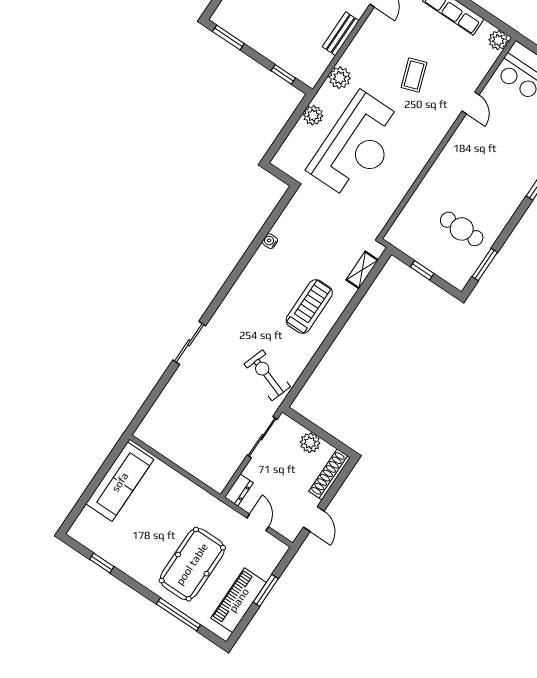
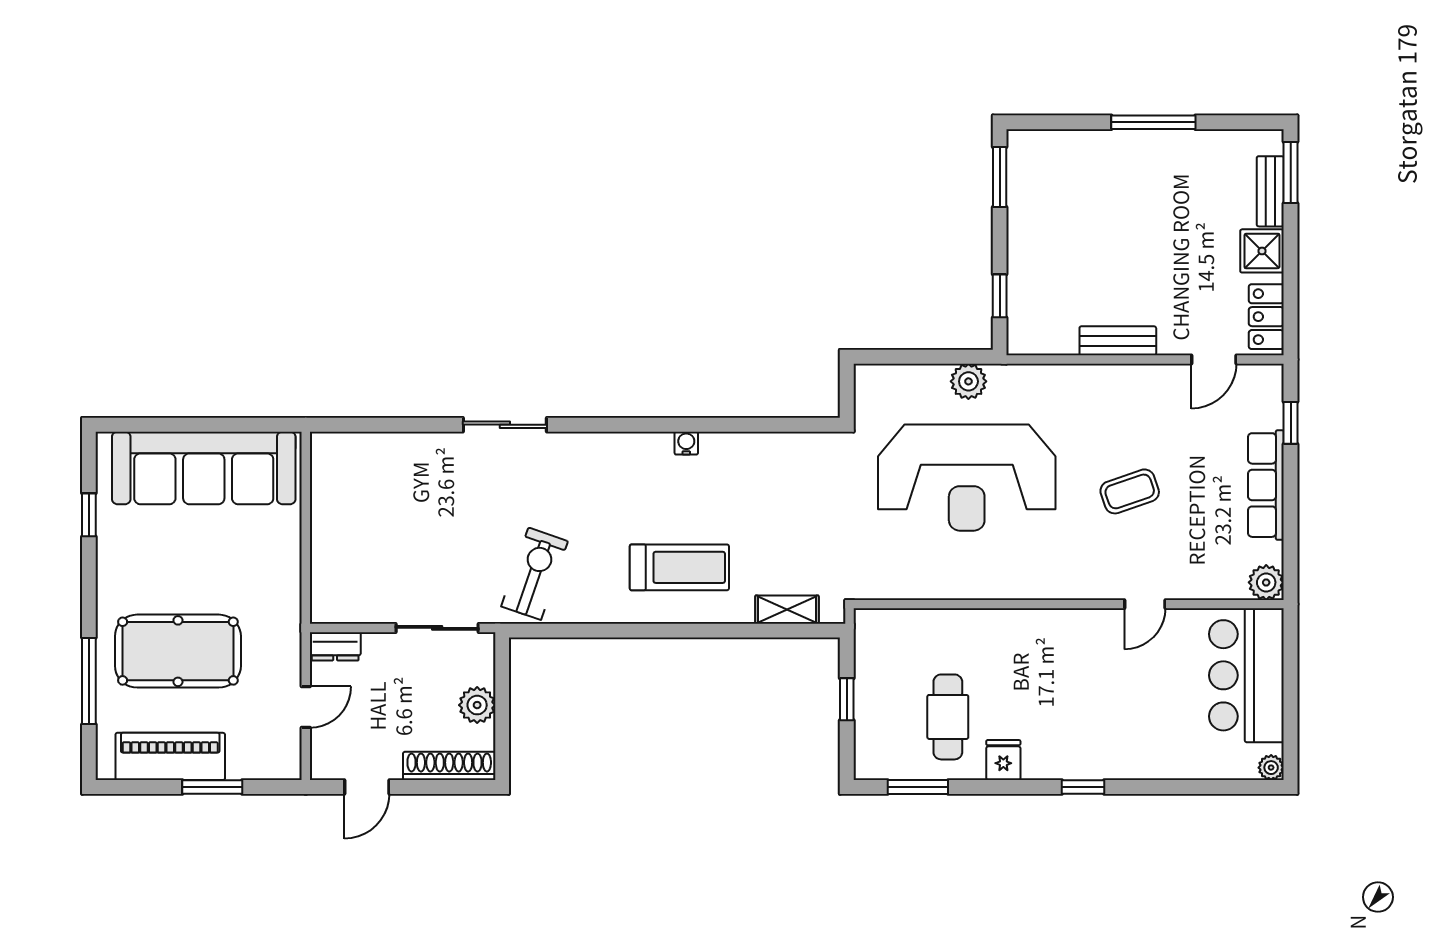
plant: (340, 78) -> (1051, 383), removed
fridge: (499, 217) -> (1003, 760), added
water cooler: (270, 241) -> (686, 443), moved
sofa: (120, 482) -> (204, 468), width x1.36, depth x1.27

